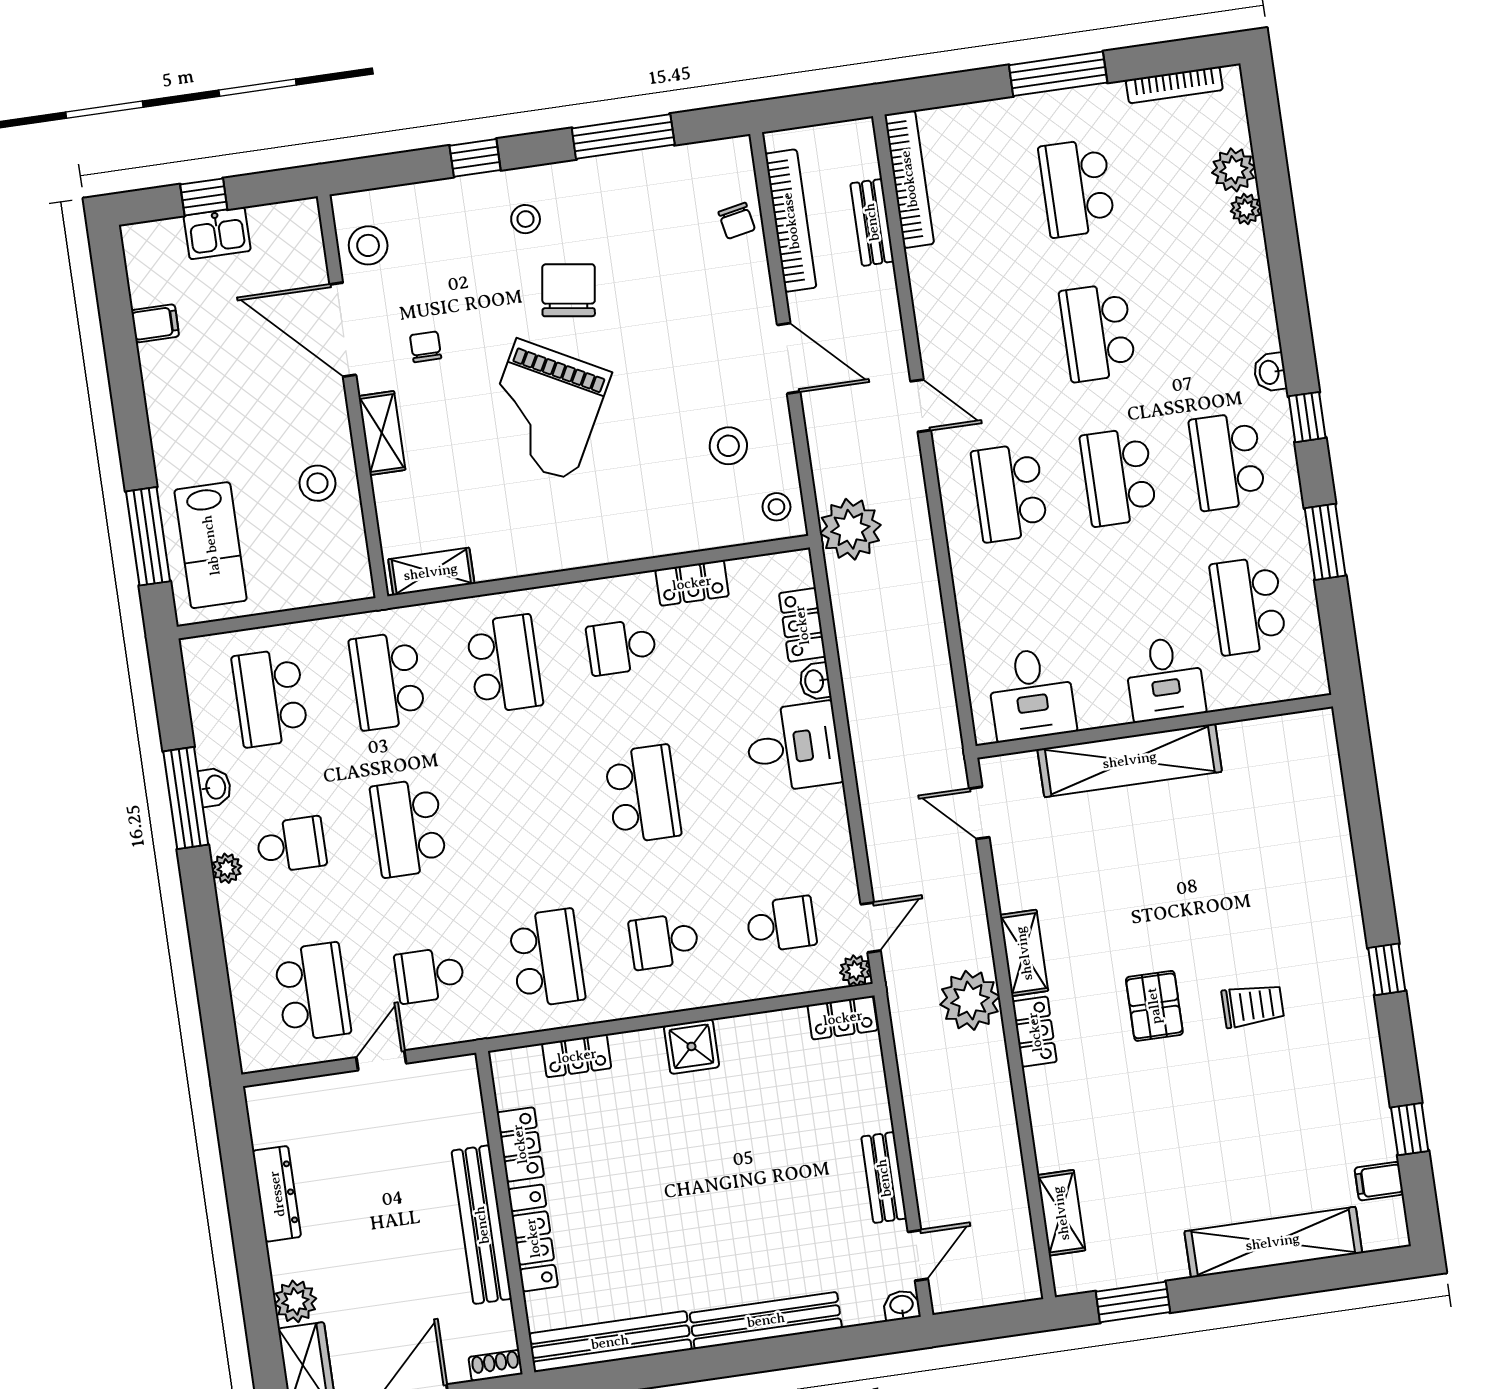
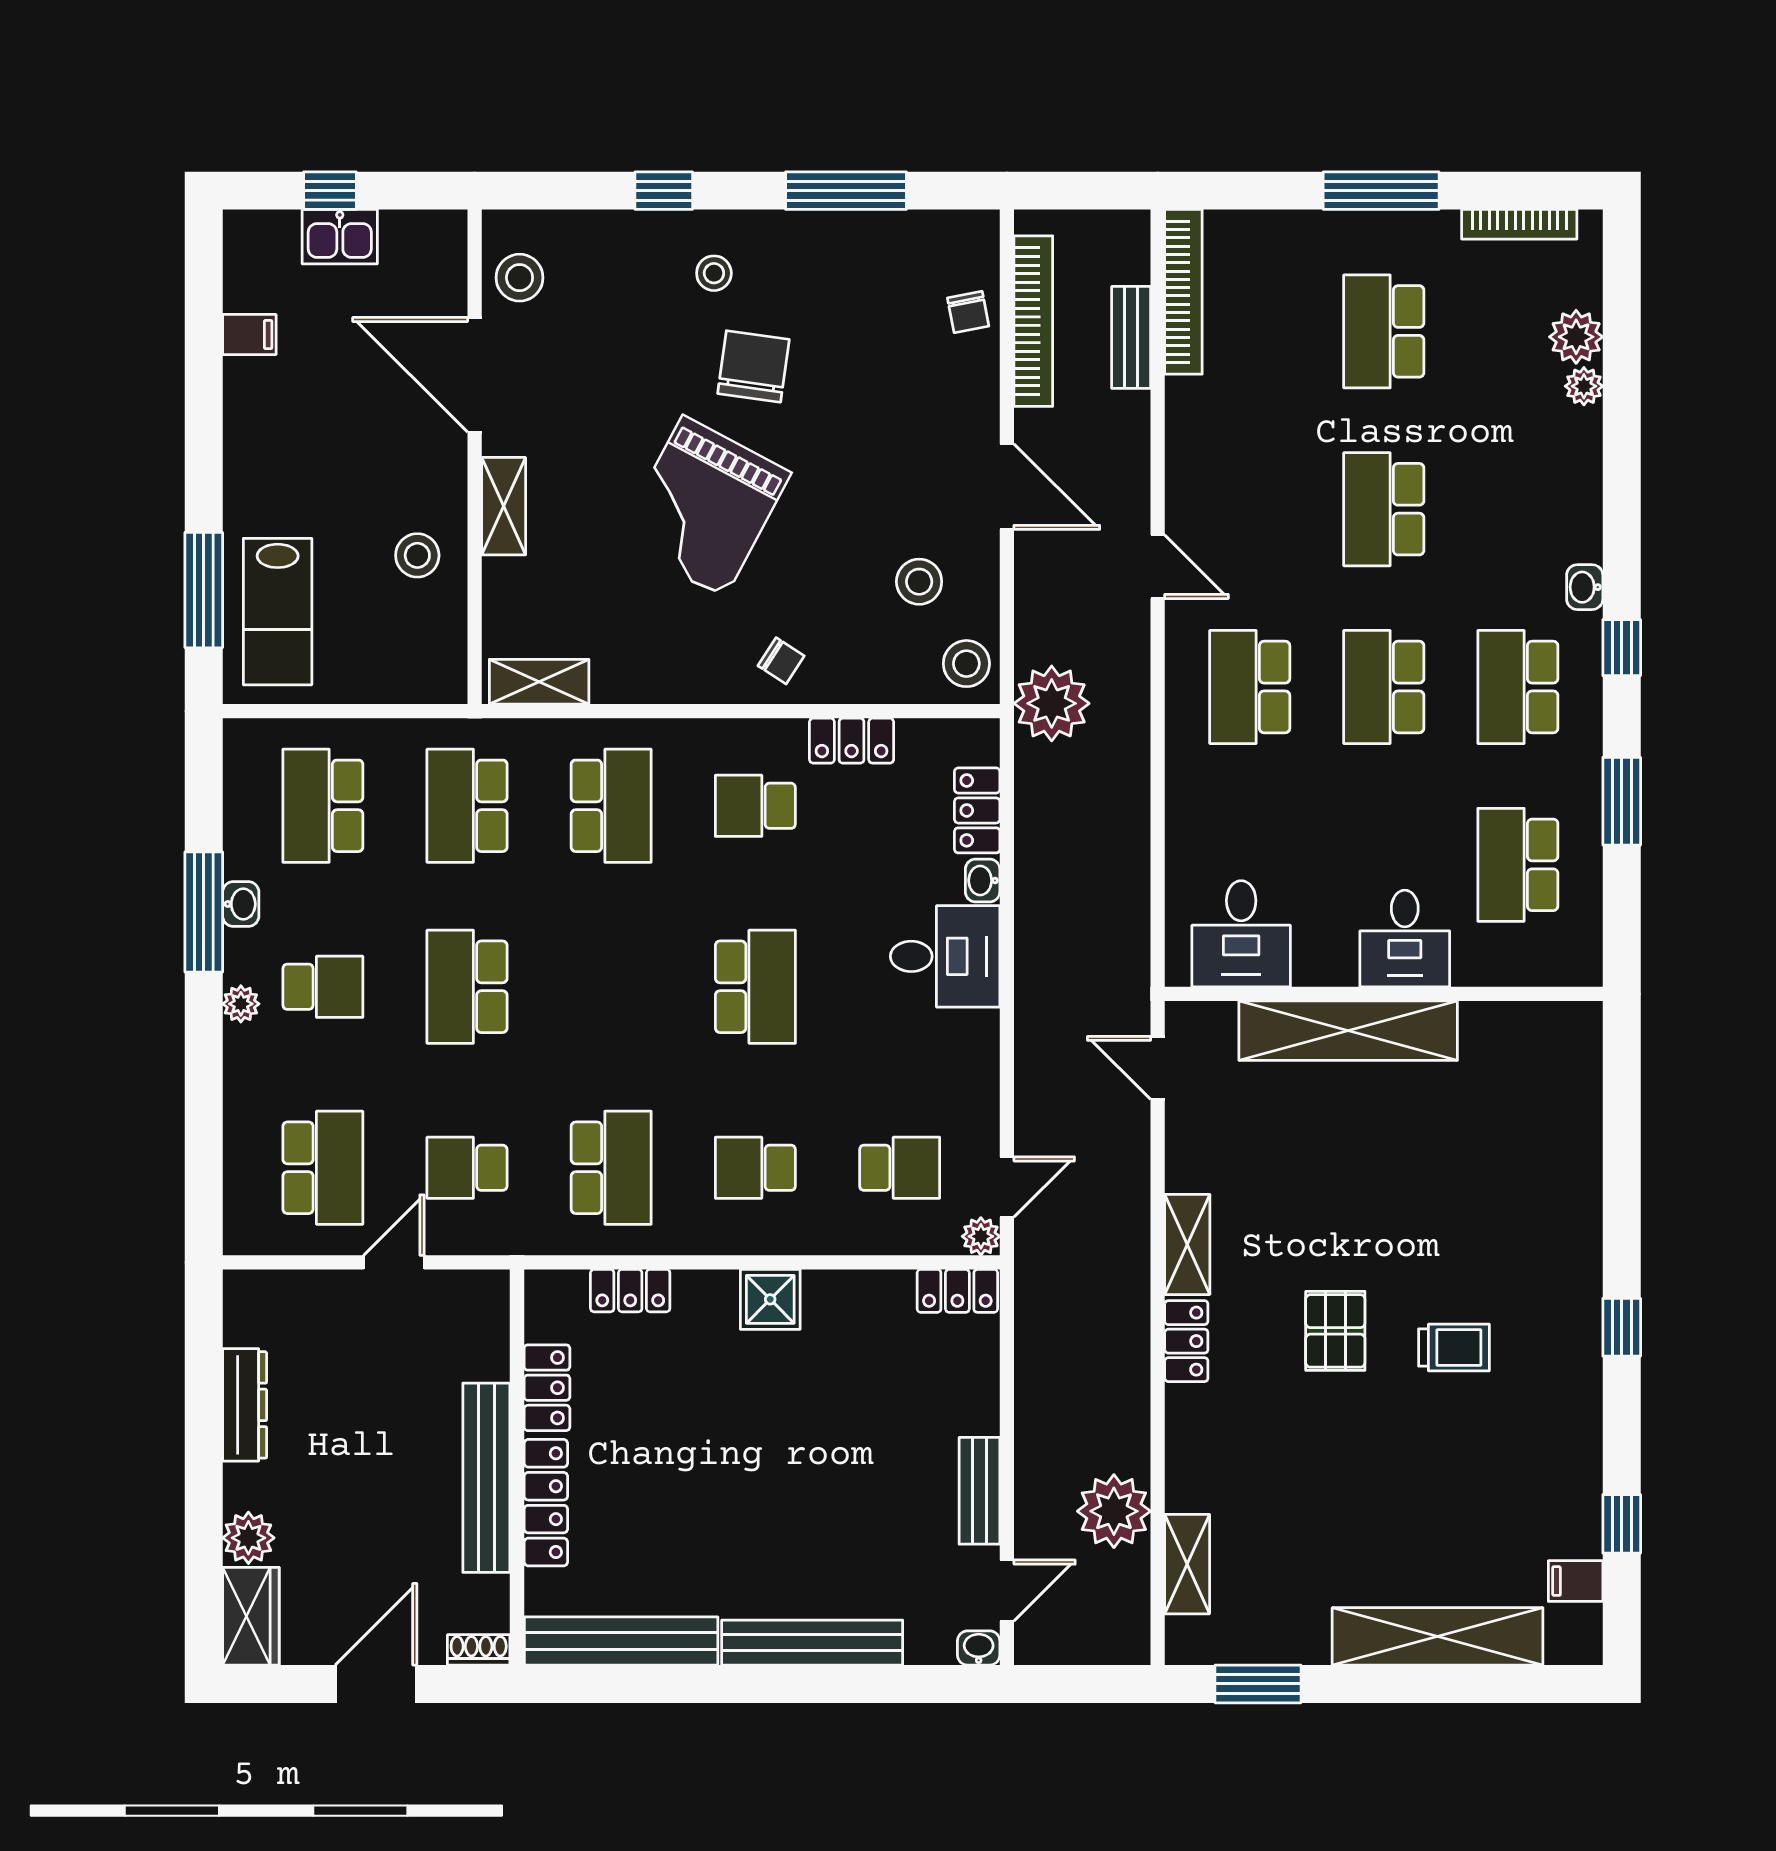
chair: (426, 347) -> (781, 661), moved, turned 123
stool: (776, 507) -> (966, 664), width x1.37, depth x1.37
plant: (970, 1000) -> (1114, 1511), moved

